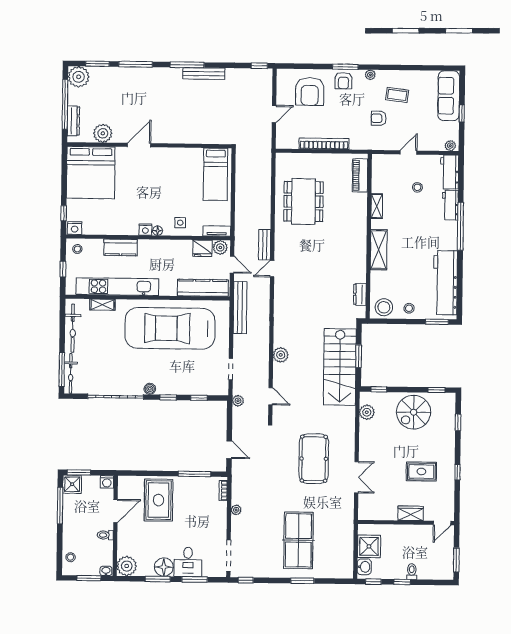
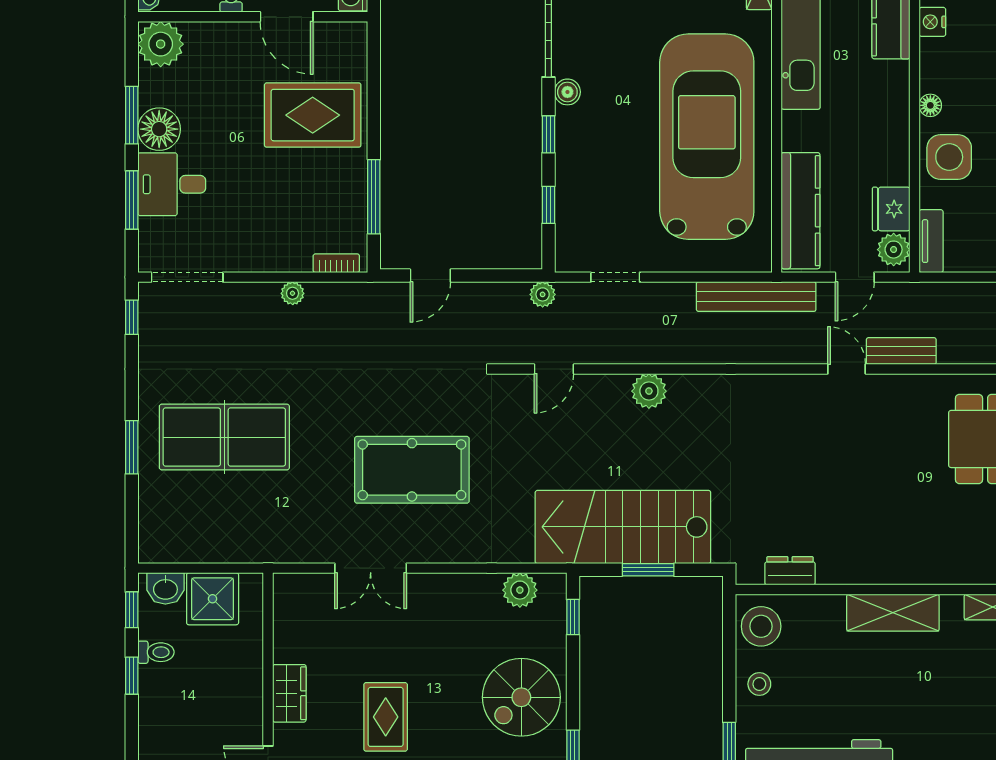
side table: (180, 223) -> (949, 157), width x1.87, depth x1.87
nightstand: (145, 230) -> (932, 22), moved
spiral stairs: (414, 412) -> (521, 697), turned -90
toilet: (412, 572) -> (156, 652), moved

